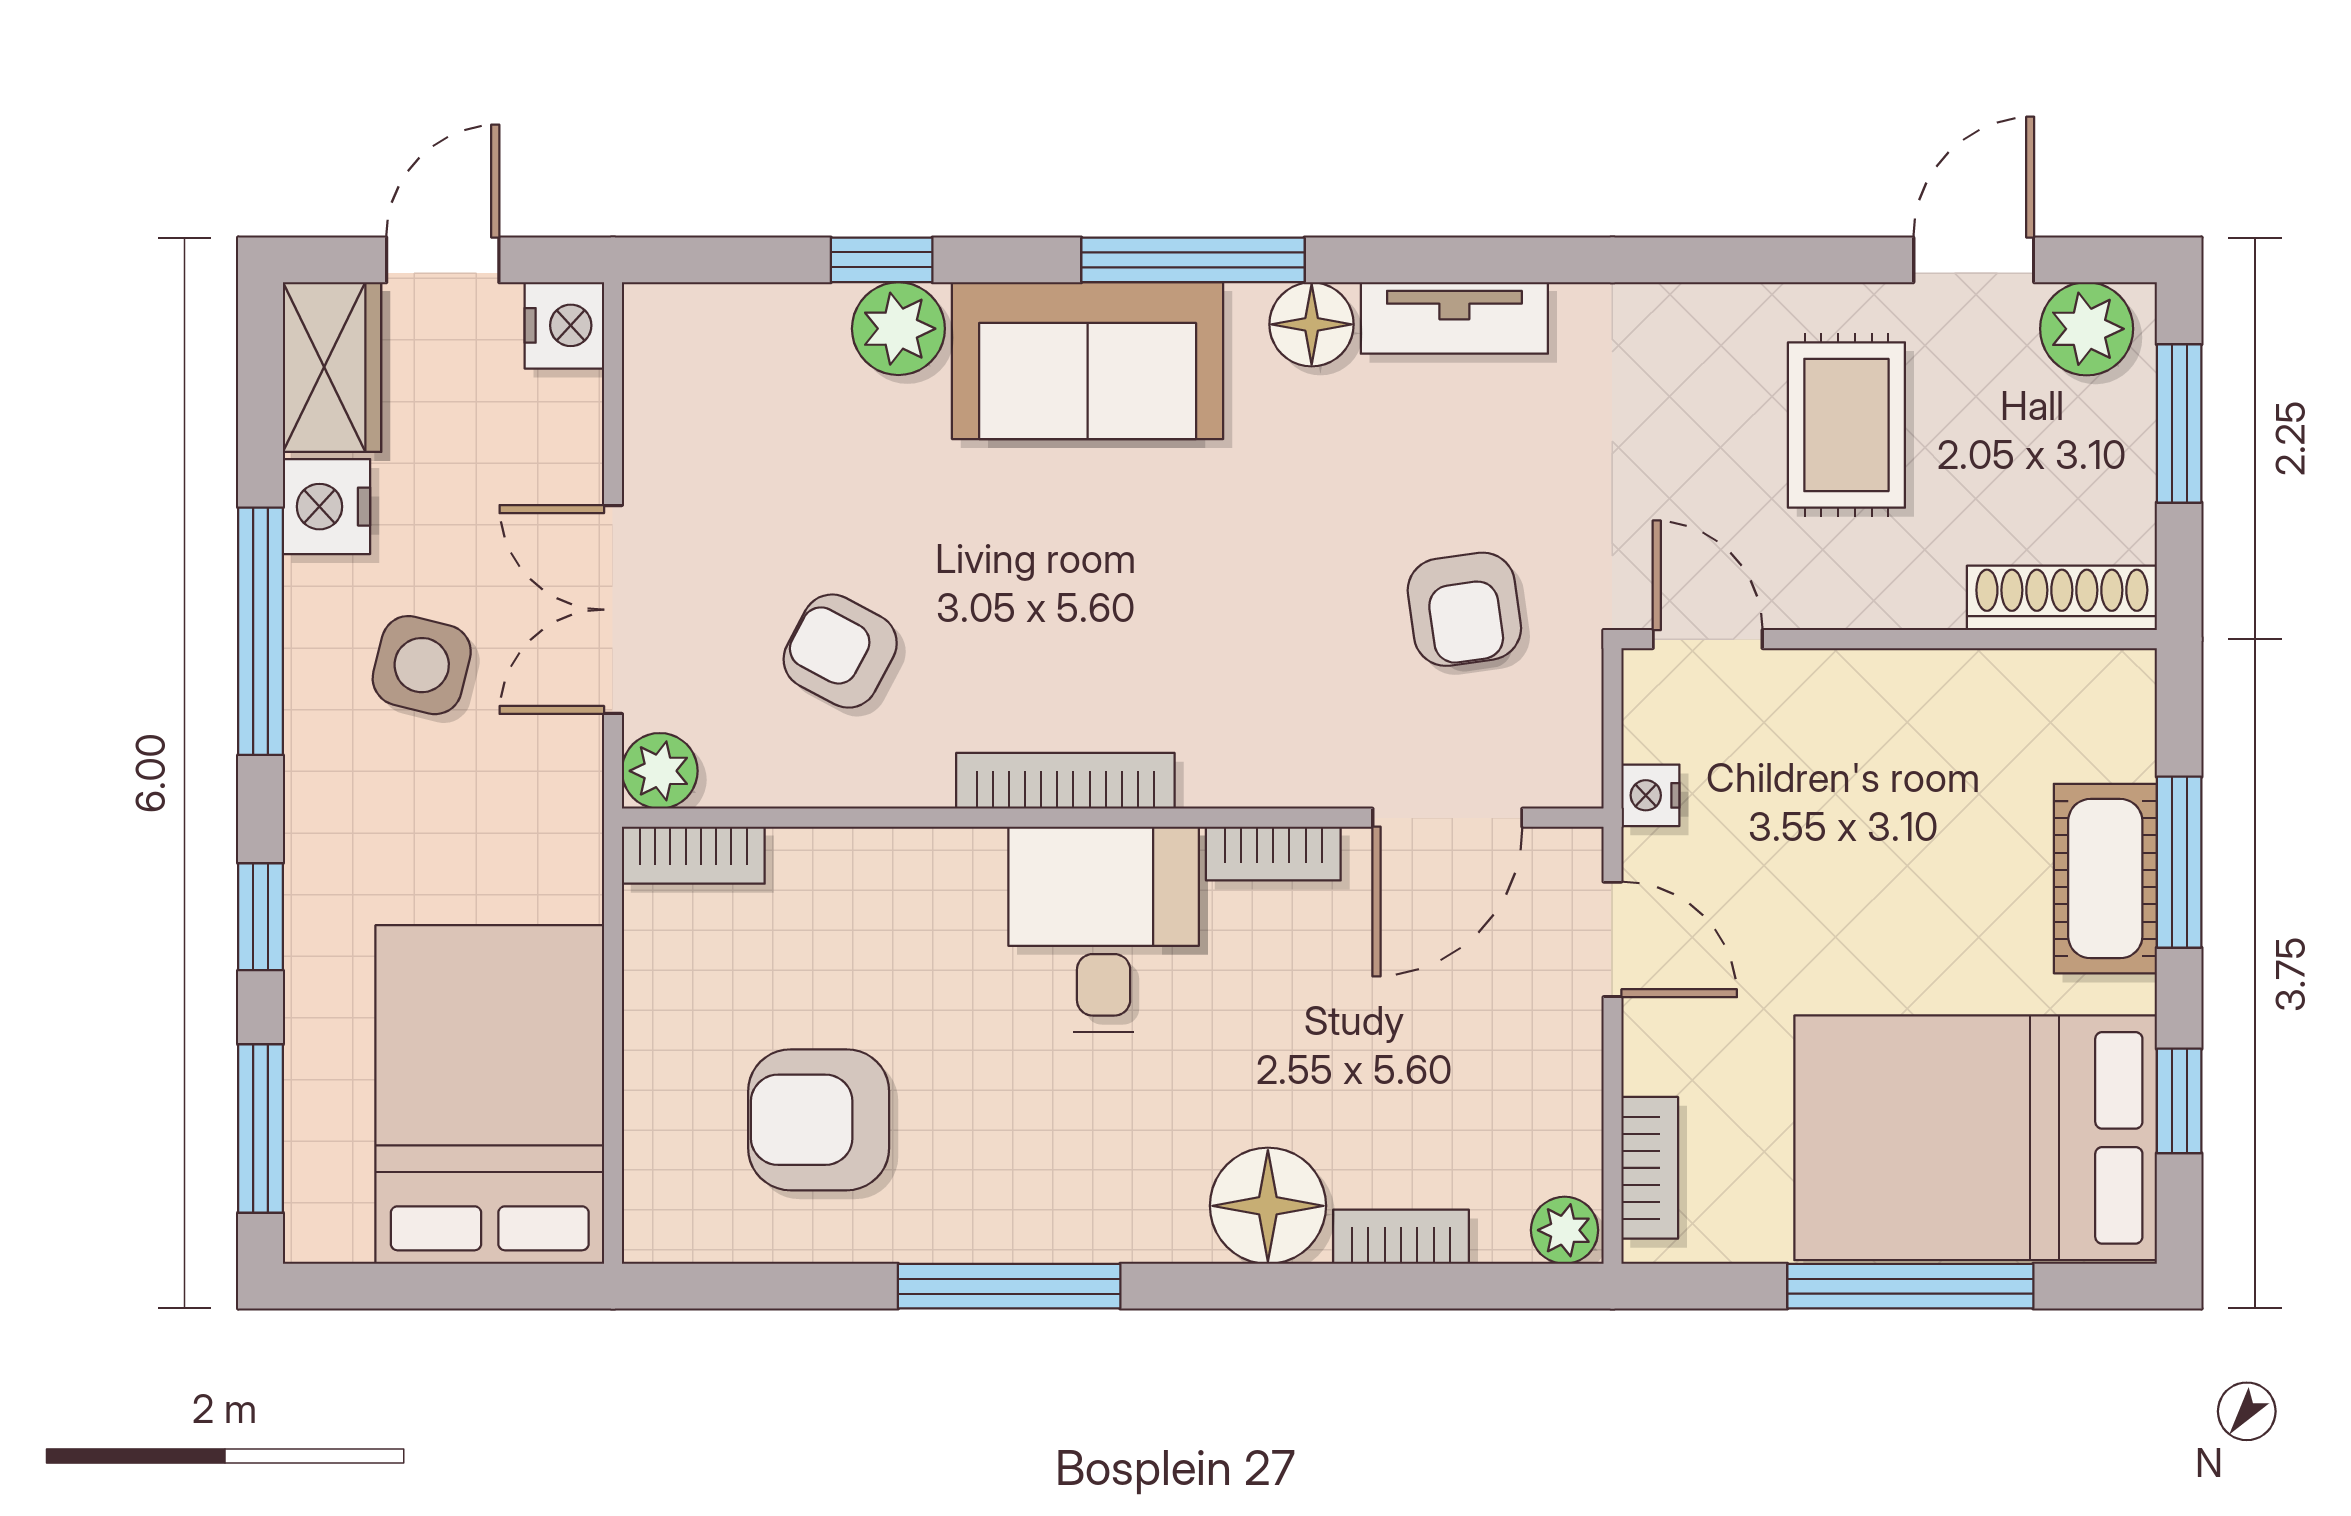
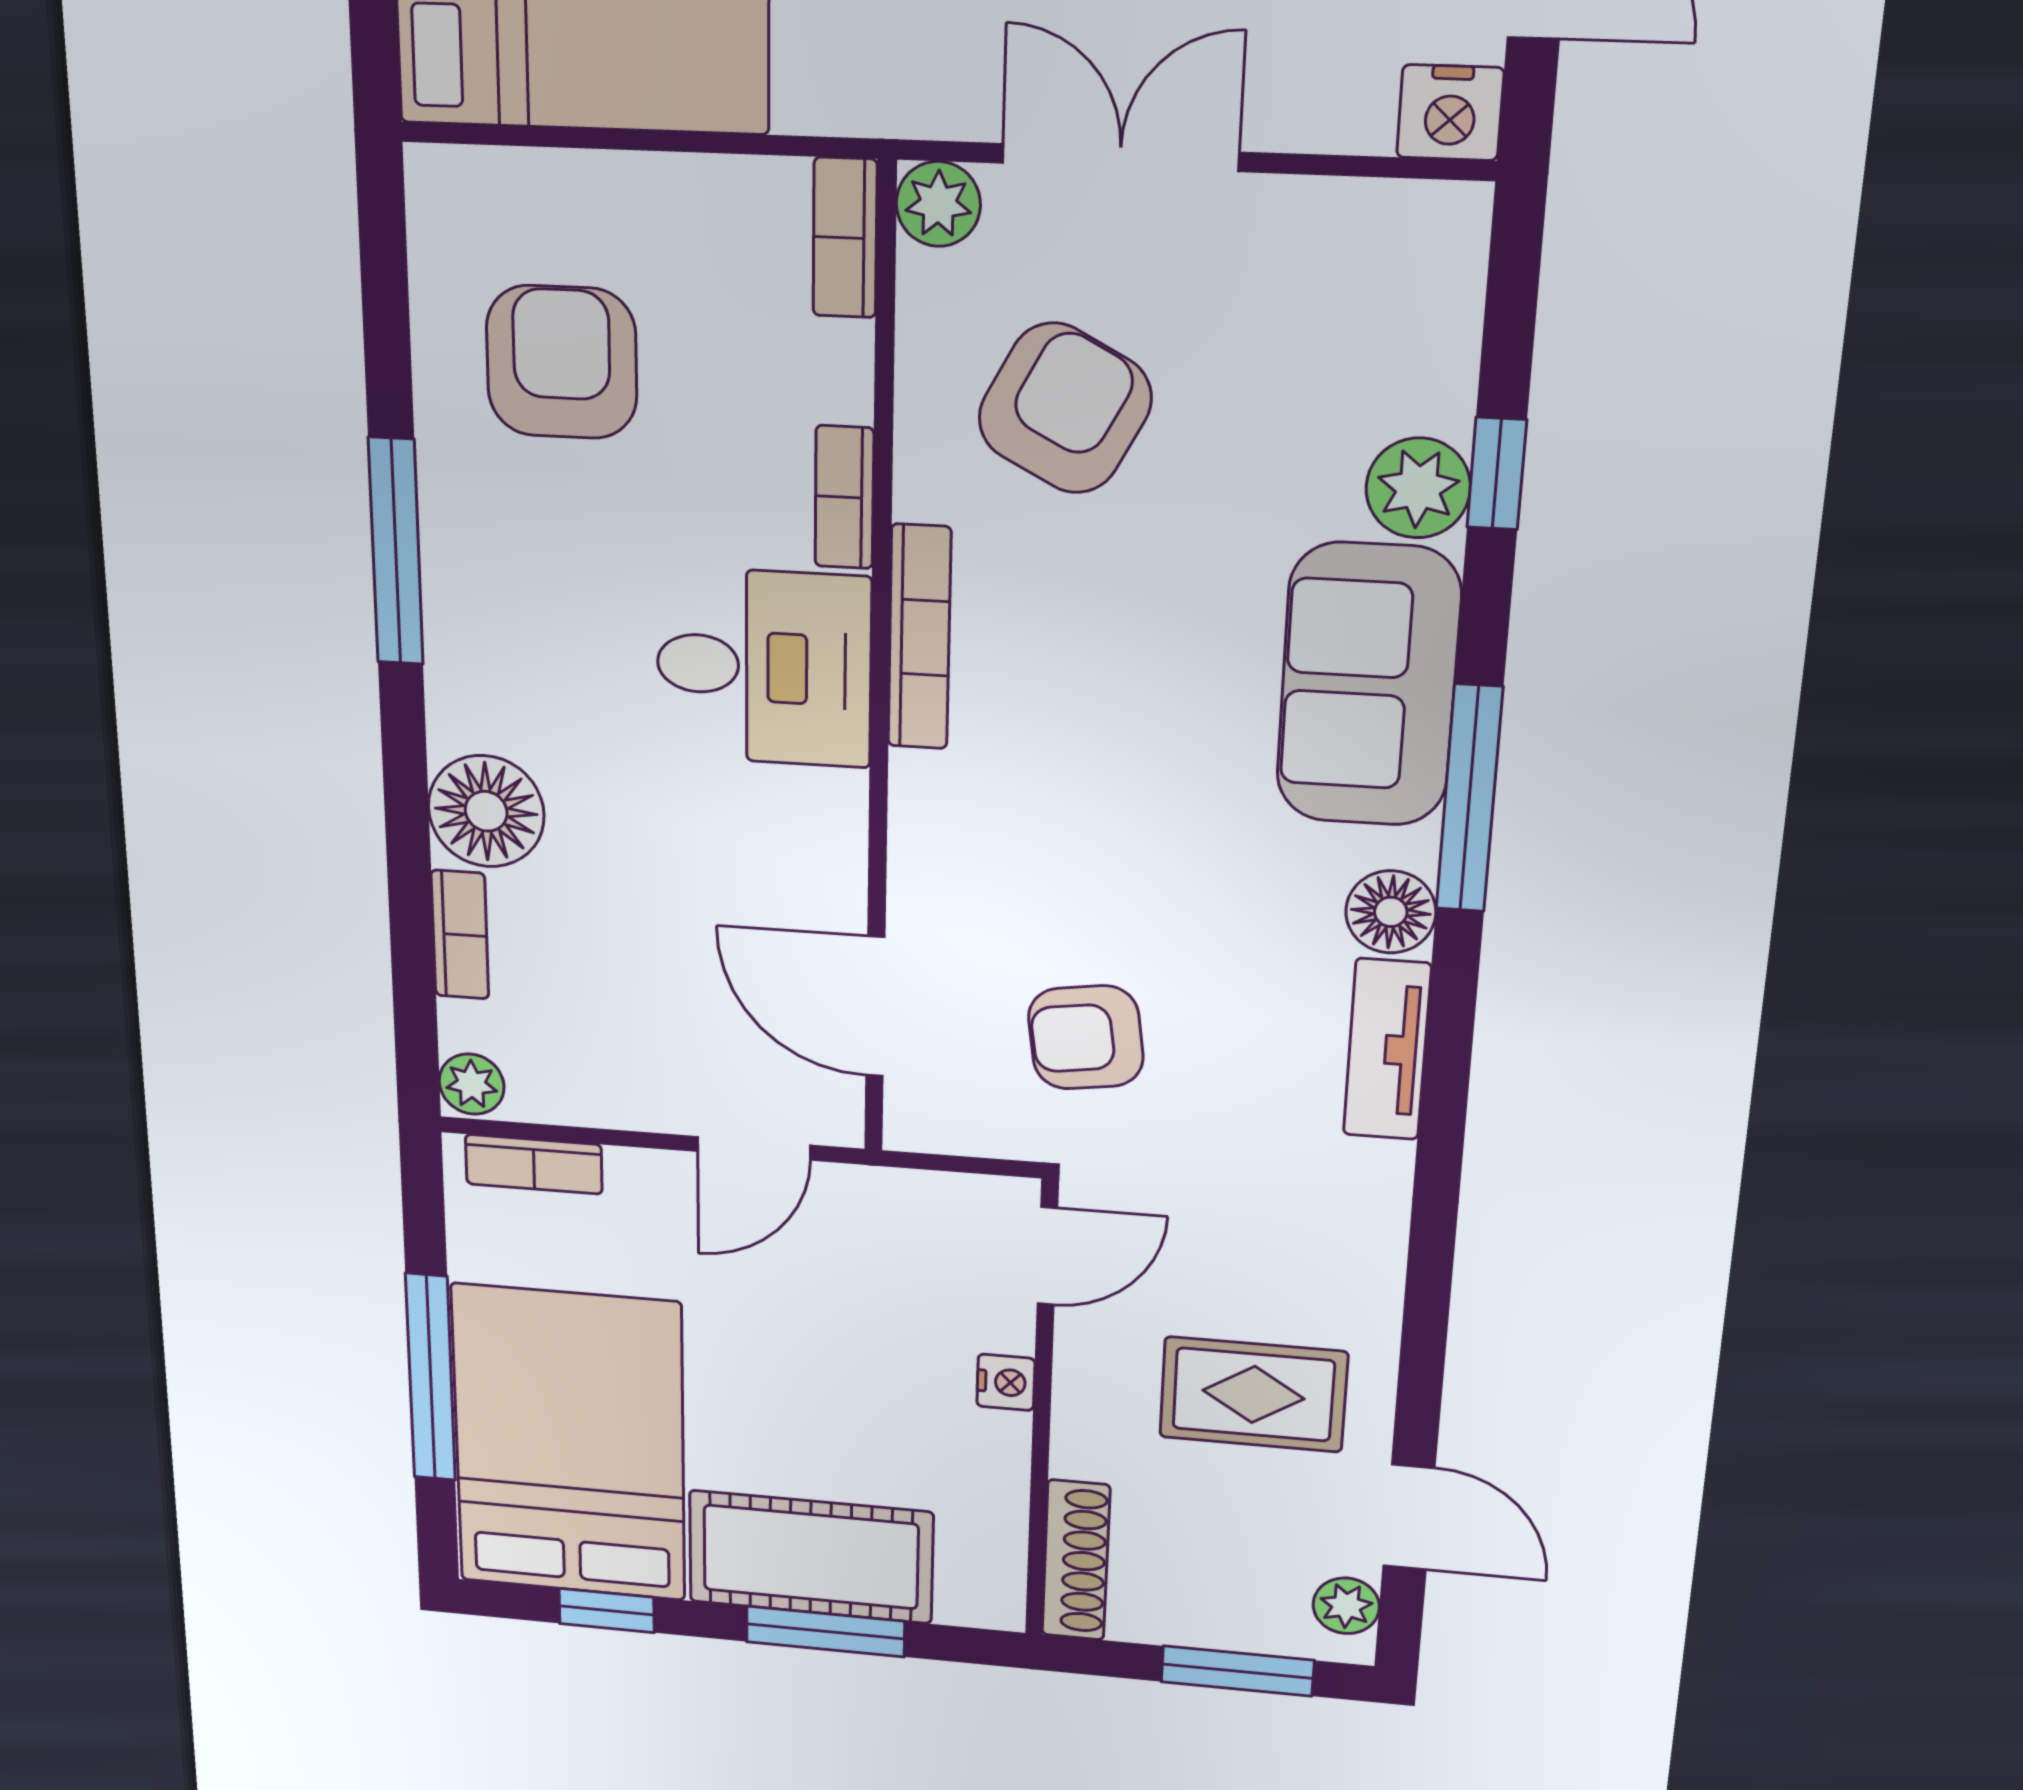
plant: (2087, 329) -> (1346, 1606), width x0.73, depth x0.73
armchair: (840, 651) -> (1065, 408), width x1.38, depth x1.38
nightstand: (1650, 795) -> (1006, 1382), moved, turned 90
bookcase: (1273, 854) -> (844, 497), moved
cot: (2105, 879) -> (811, 1557), width x1.37, depth x1.34

